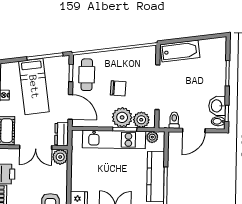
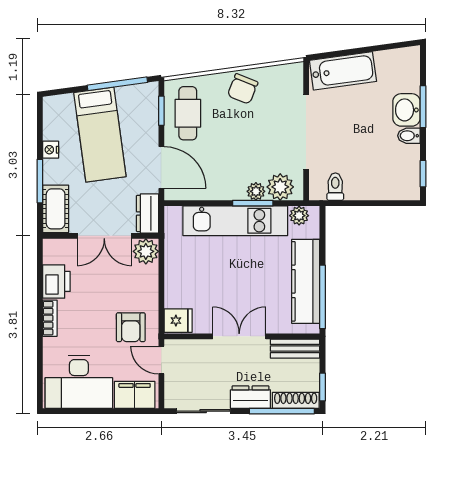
chair: (118, 88) -> (243, 89), moved, turned 109
washbasin: (217, 106) -> (406, 110), moved
plant: (122, 117) -> (256, 191), width x0.53, depth x0.53
bidet: (218, 121) -> (409, 136), moved
door: (194, 130) -> (368, 203), removed

